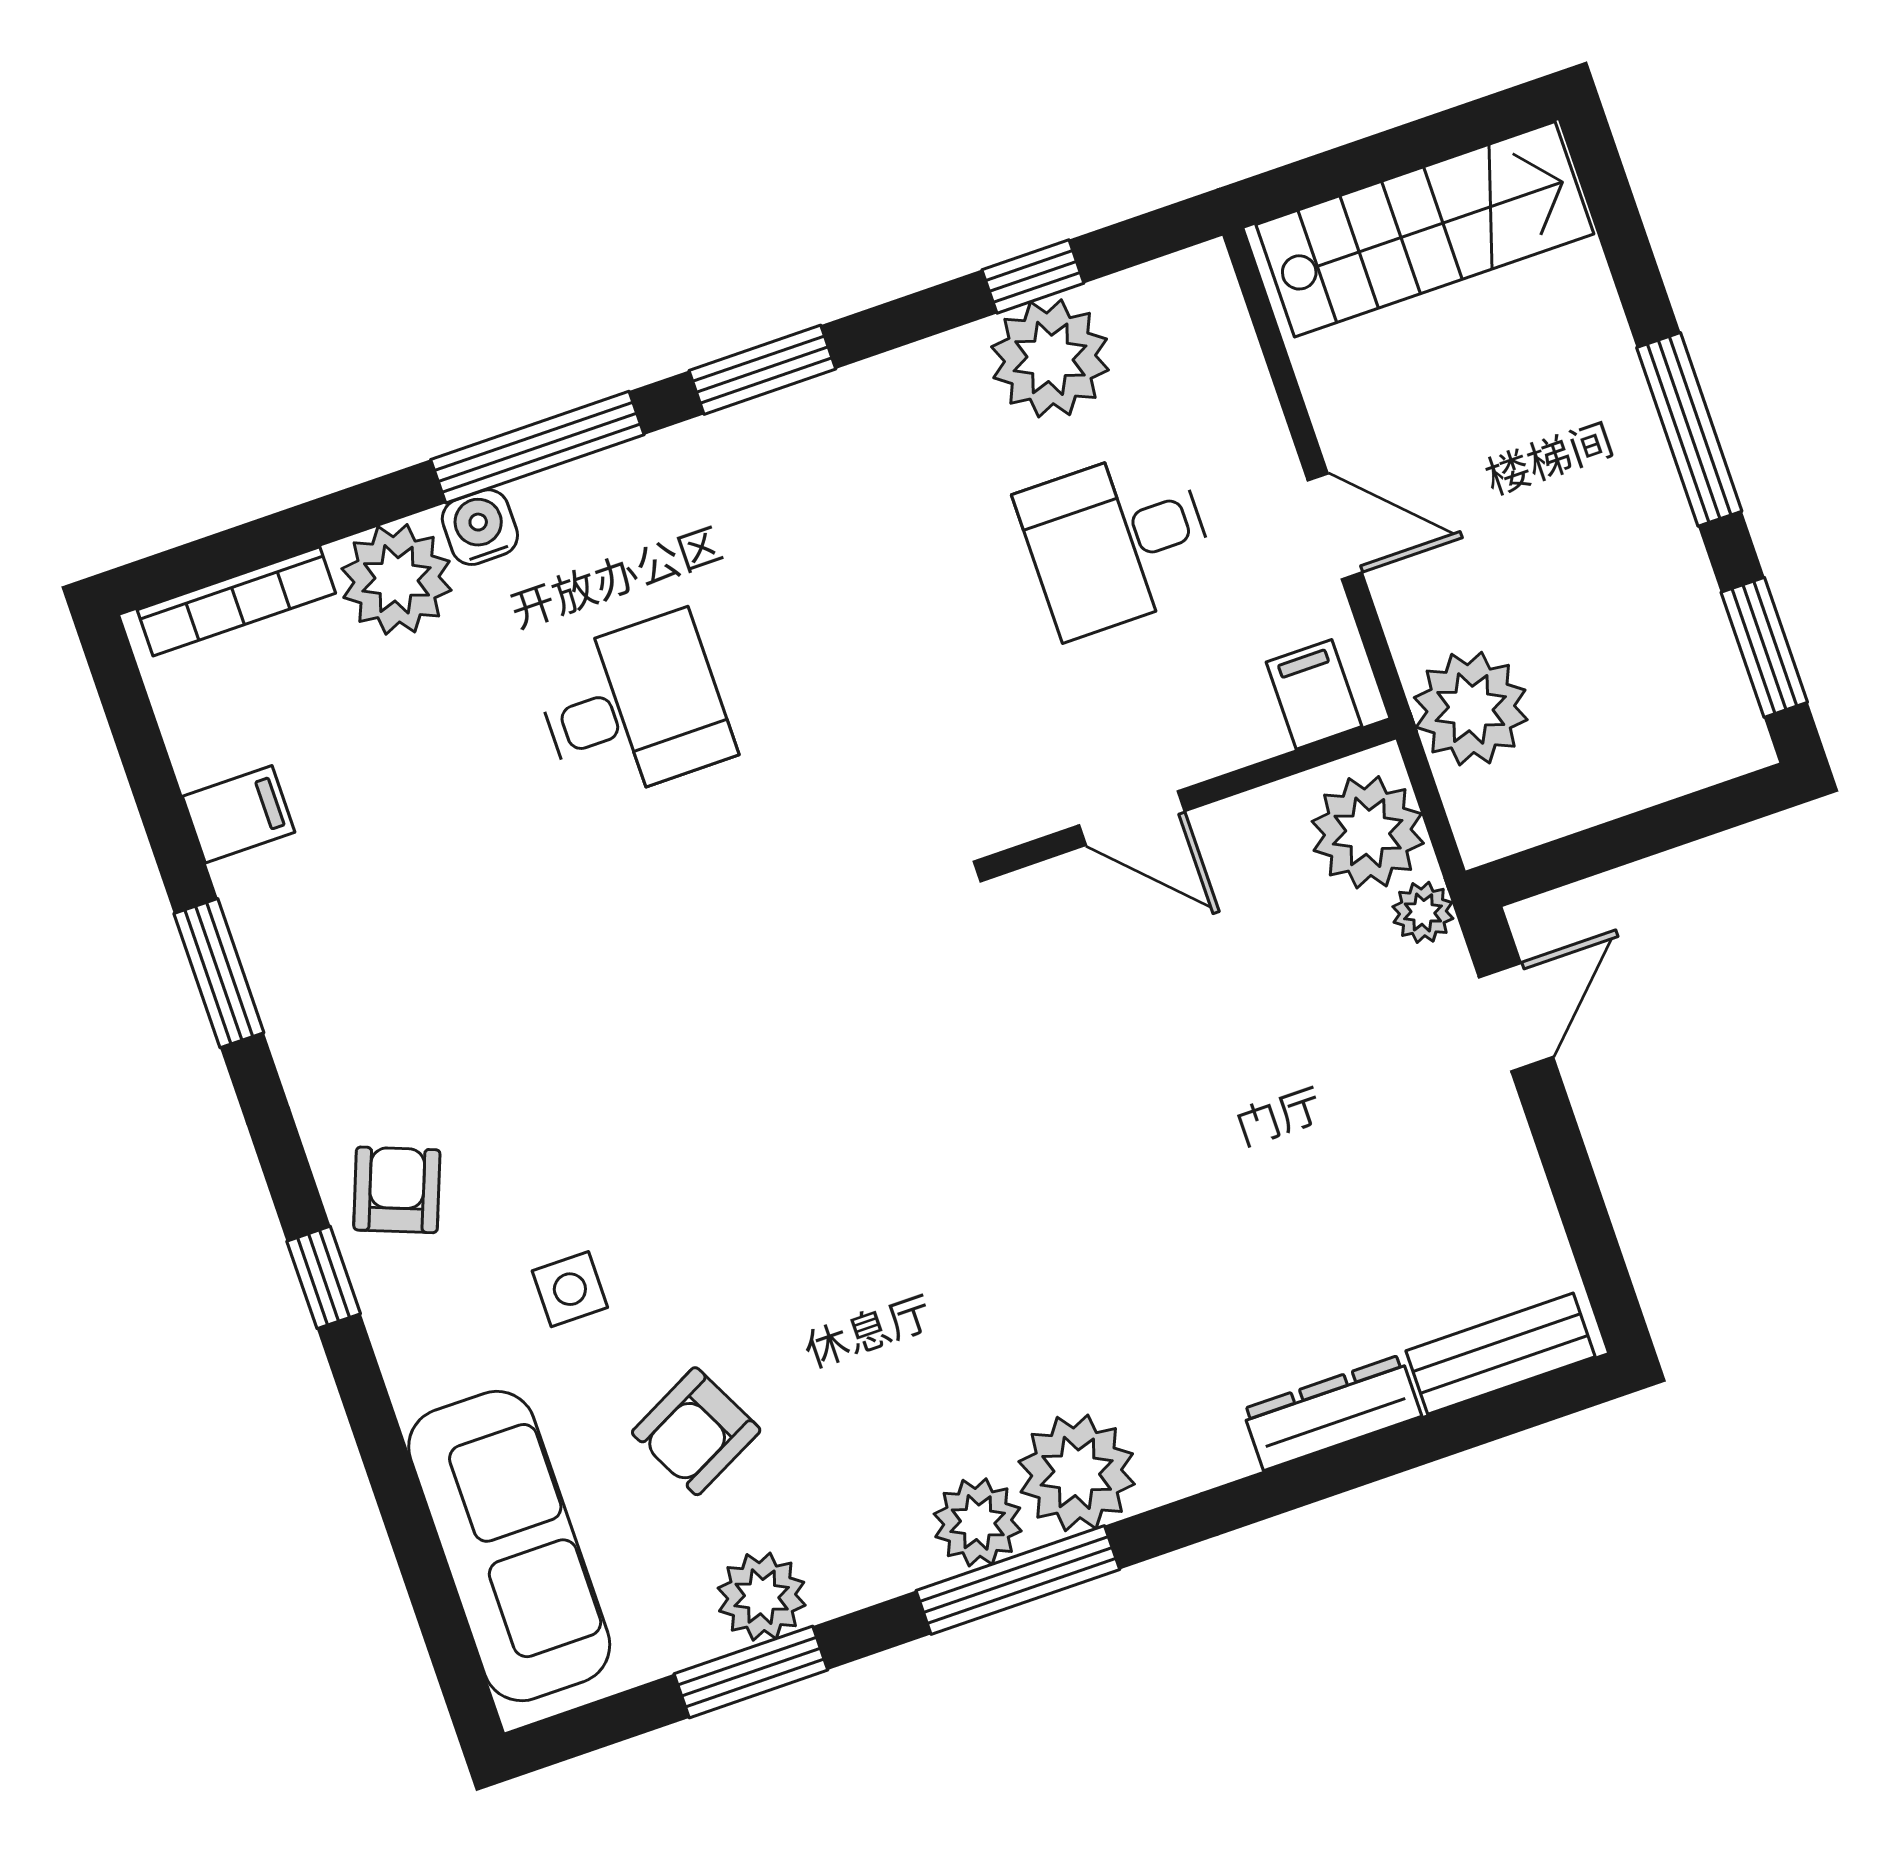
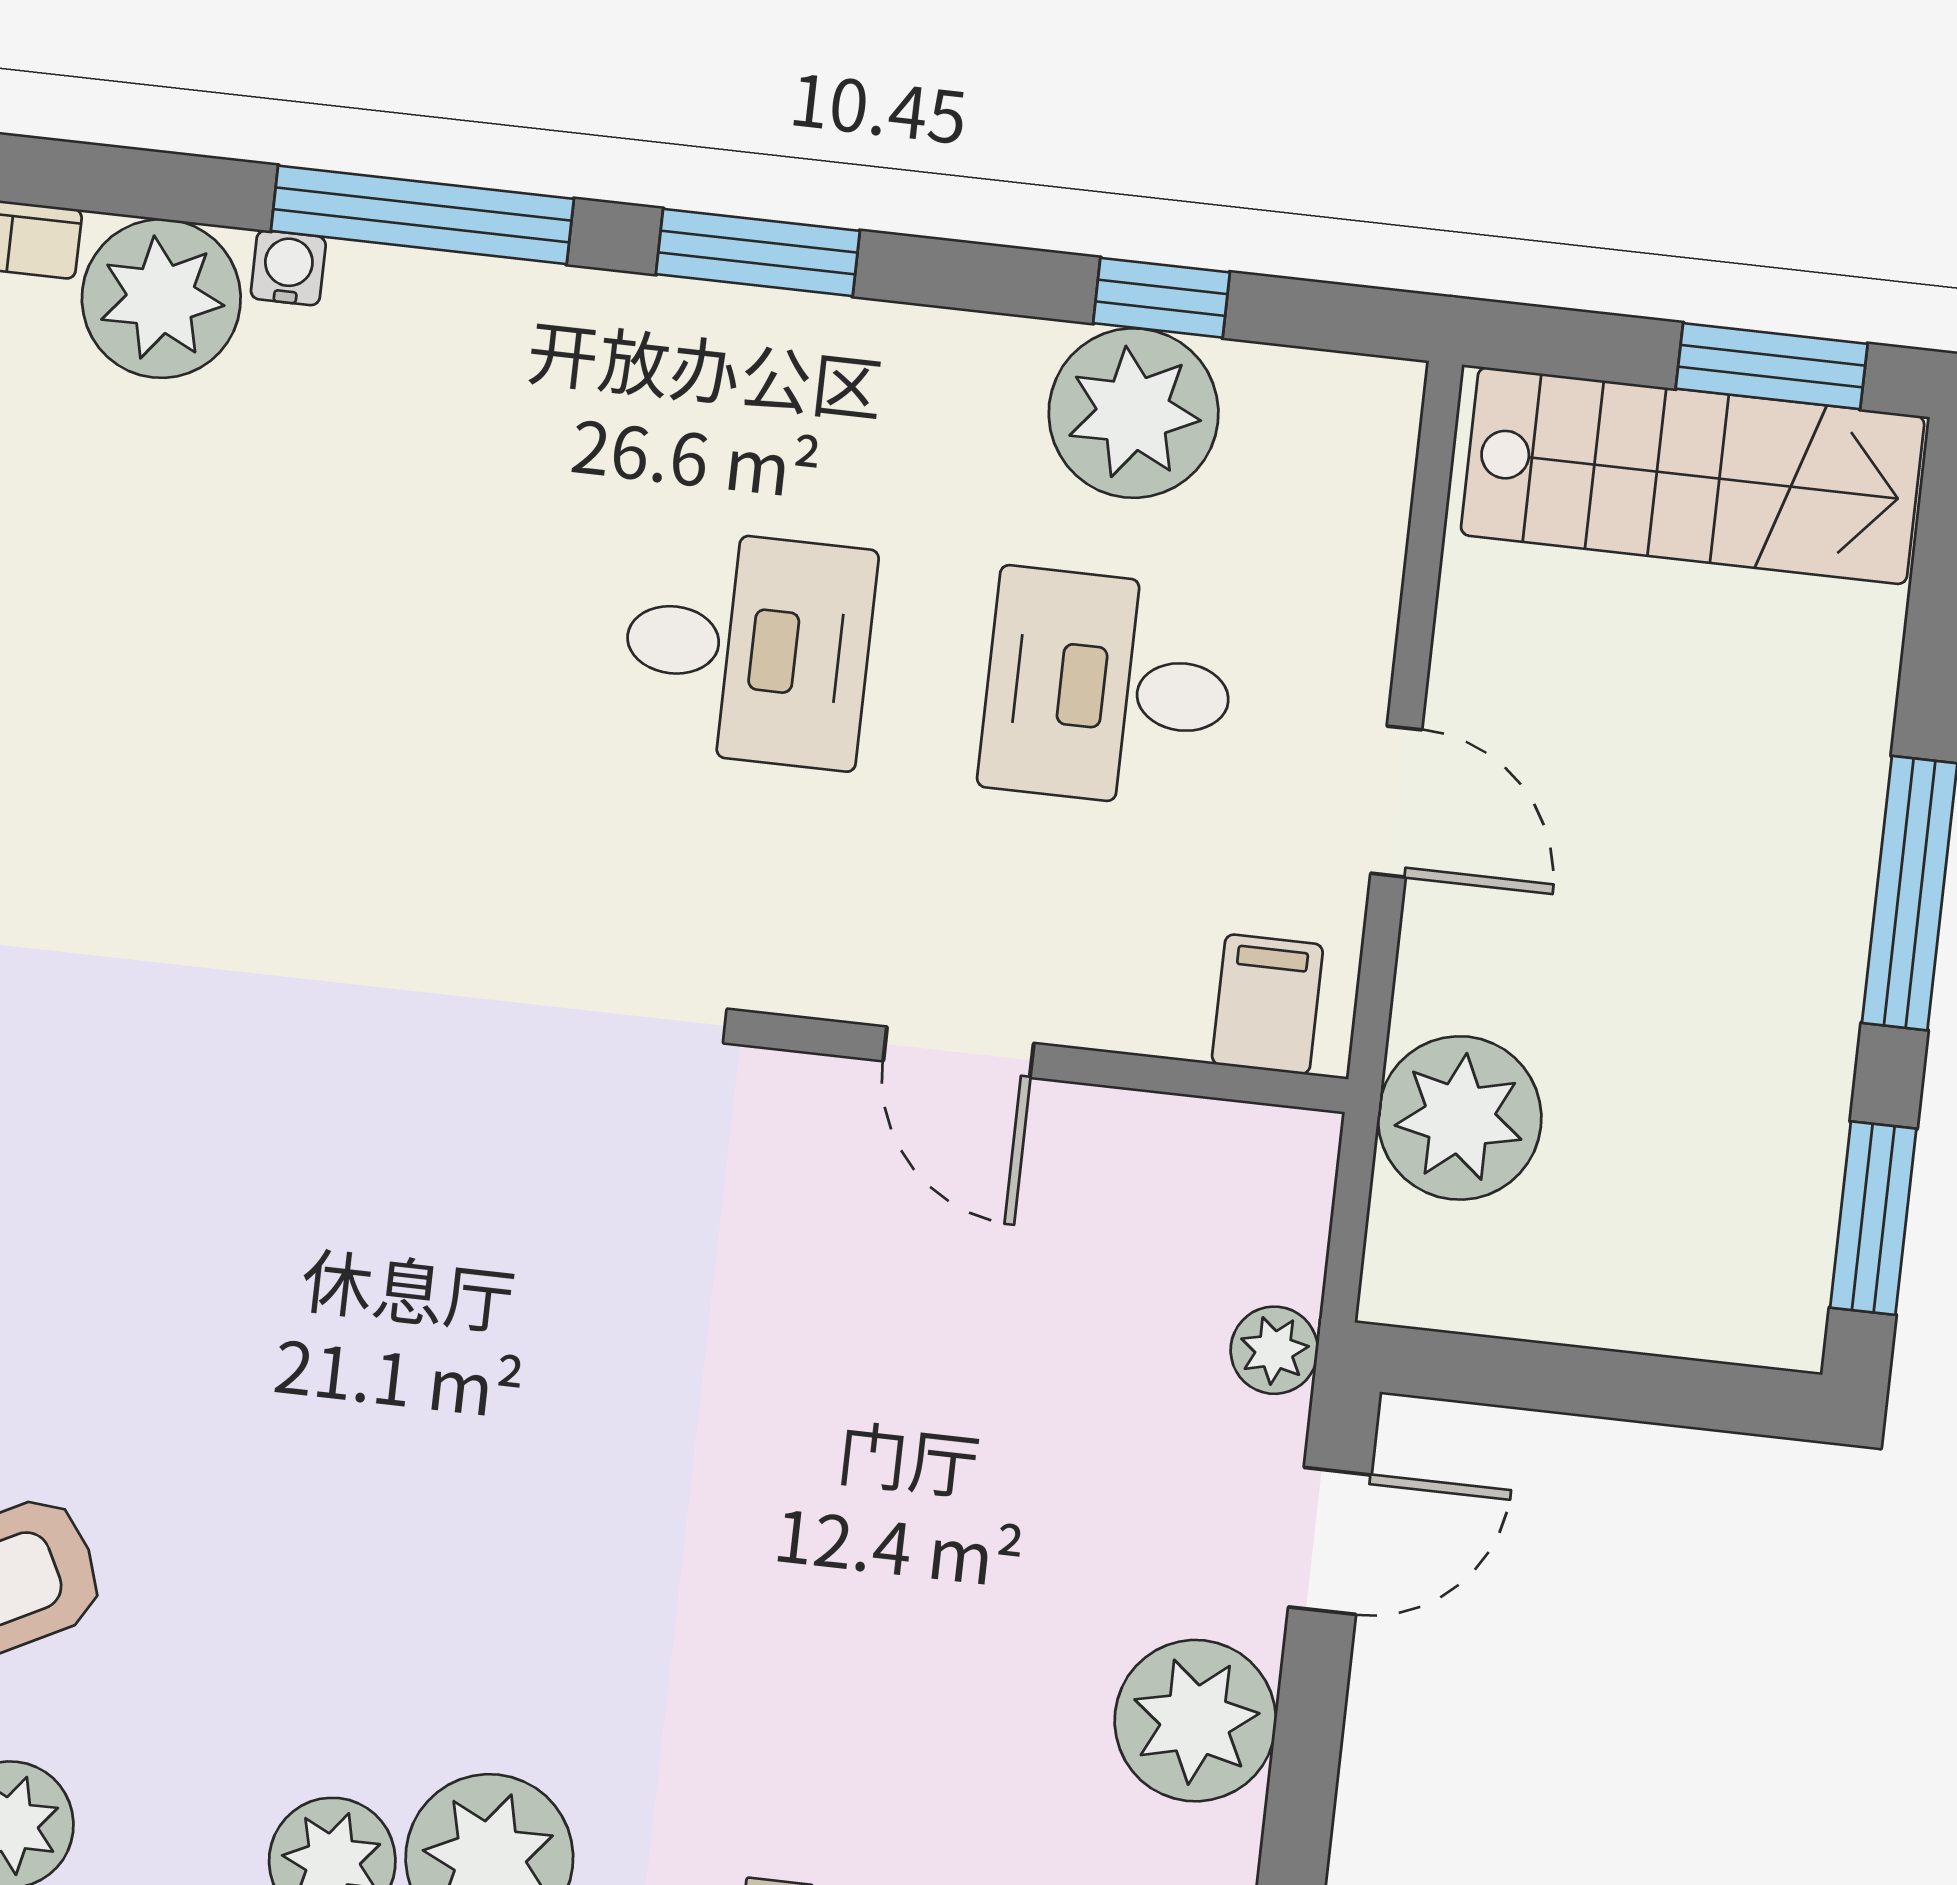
window: (1442, 136) -> (1772, 366), added
water cooler: (480, 527) -> (288, 268), width x0.72, depth x0.72
desk: (633, 708) -> (747, 648), moved
plant: (1368, 832) -> (1195, 1721), moved

